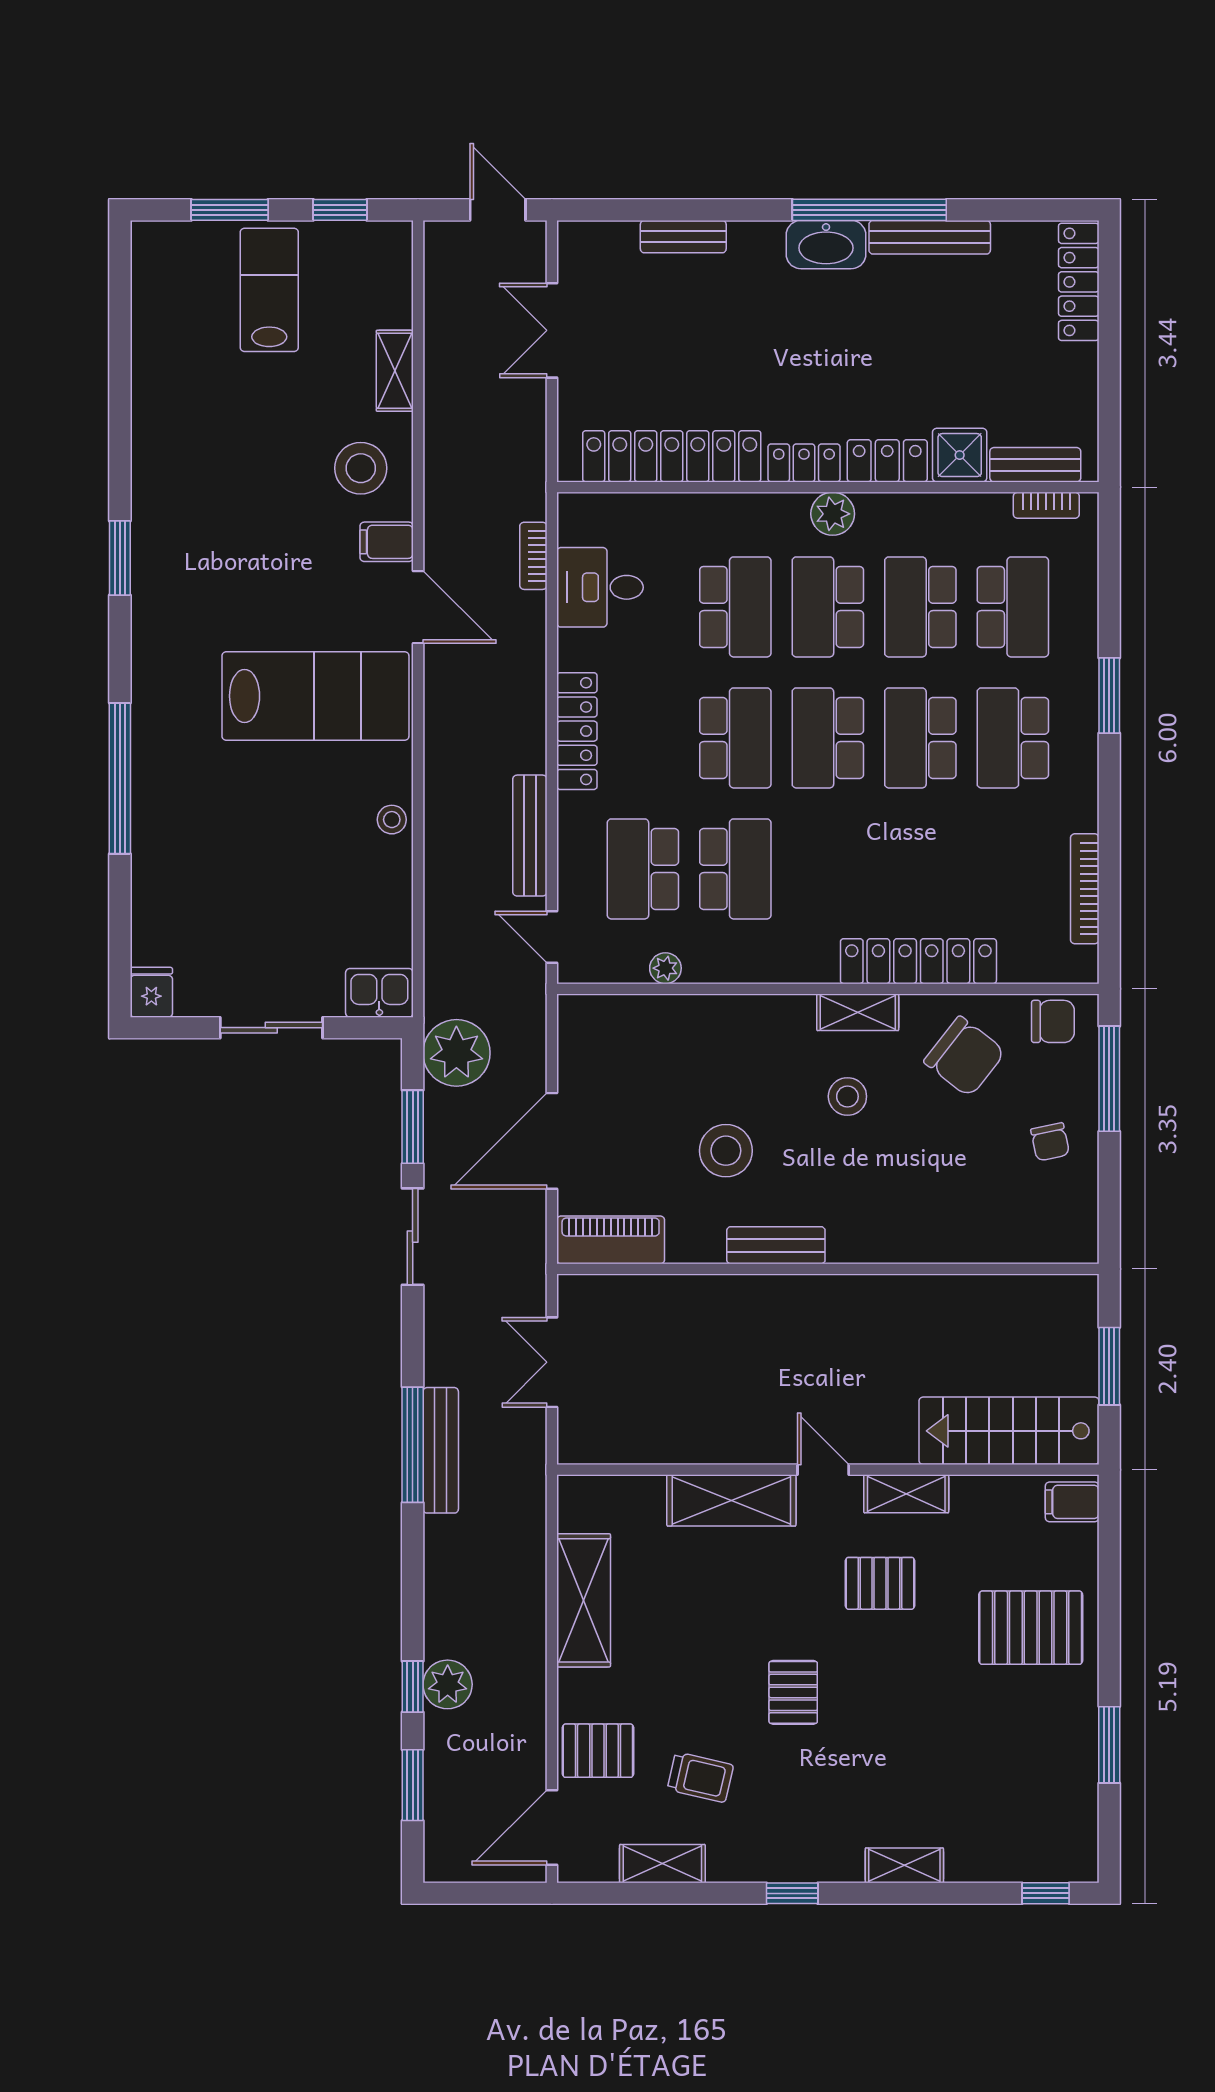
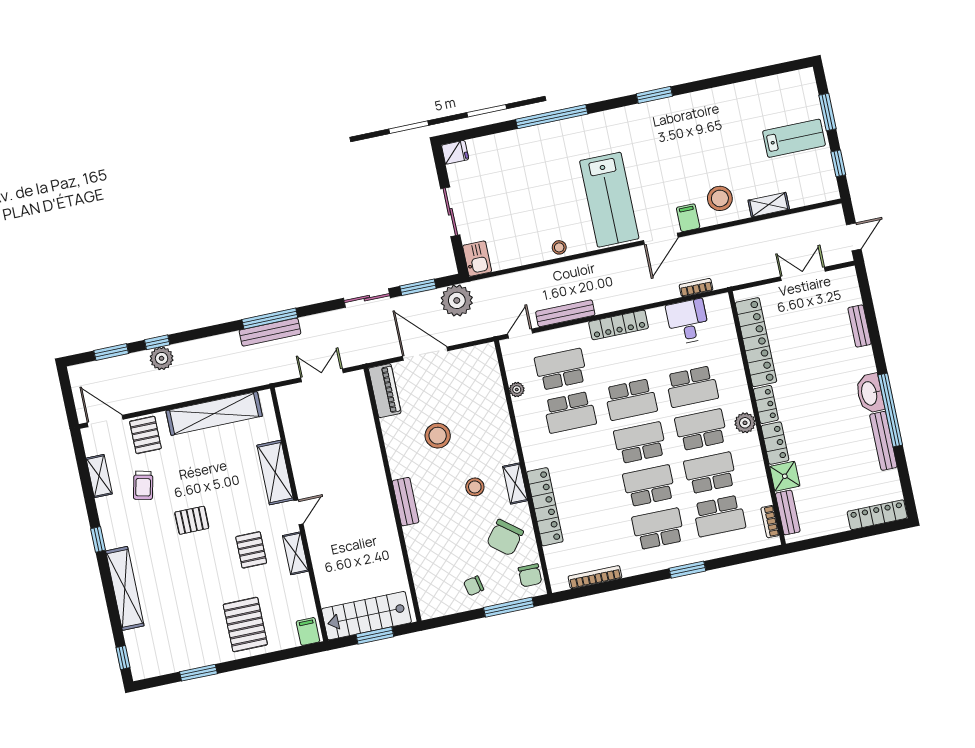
bench: (776, 1245) -> (406, 502), moved
stairs: (1009, 1431) -> (366, 616), moved, turned -90
shelving: (584, 1600) -> (214, 413), width x1.47
shelving: (904, 1865) -> (125, 588), width x2.20, depth x1.33

